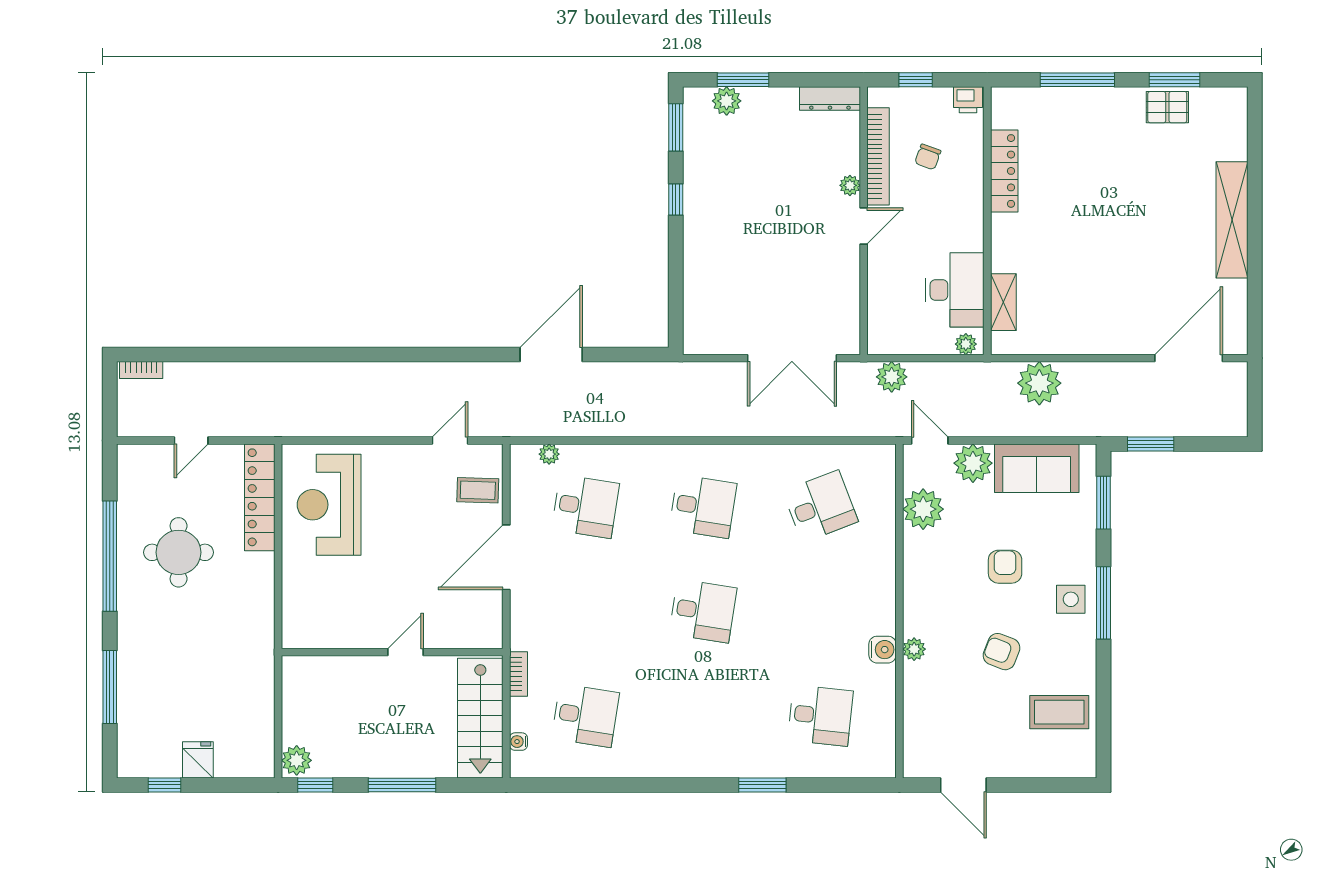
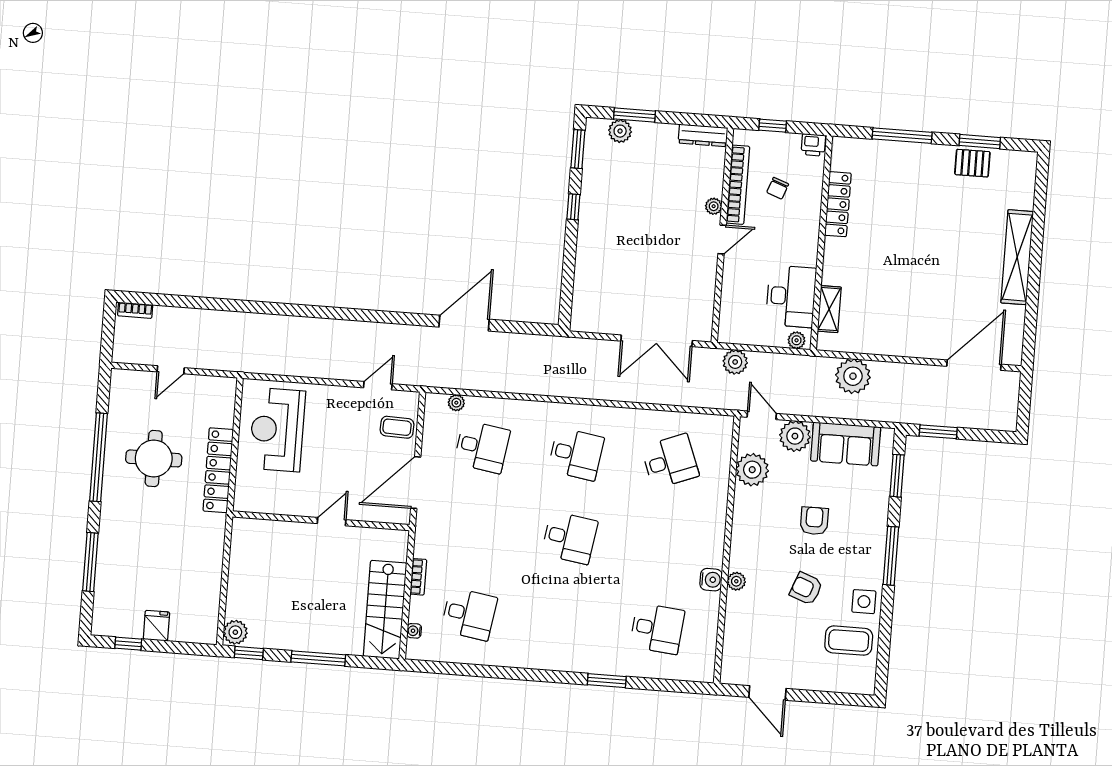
locker: (260, 497) -> (218, 470), moved
side table: (1071, 599) -> (864, 602), moved
wall: (392, 652) -> (321, 521), moved
door: (405, 652) -> (332, 522), moved

